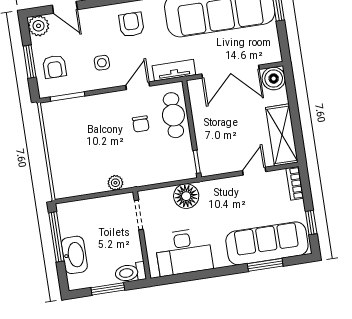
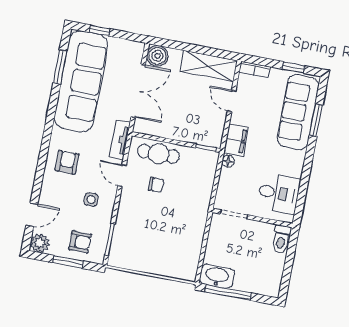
armchair: (131, 25) -> (67, 162), turned 90
plant: (115, 183) -> (199, 225), removed
filing cabinet: (216, 190) -> (236, 140), added
floor lamp: (186, 196) -> (228, 161), width x0.53, depth x0.53
desk: (184, 252) -> (279, 193), width x0.73
washbasin: (74, 255) -> (217, 276), moved
window: (108, 289) -> (289, 264), removed

